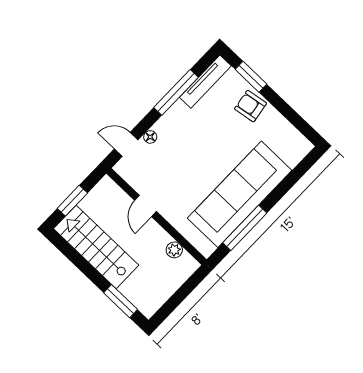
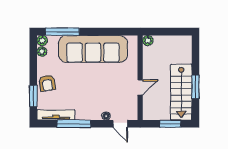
plant: (292, 134) -> (42, 51), added
plant: (304, 146) -> (42, 40), added
window: (245, 228) -> (62, 32), moved
plant: (174, 250) -> (148, 40), moved
window: (121, 301) -> (196, 87), moved

